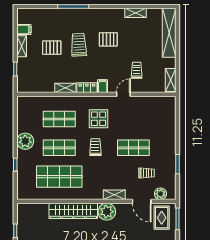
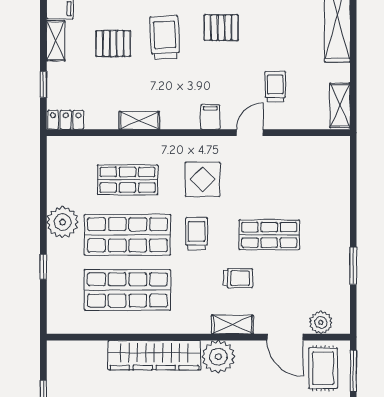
locker: (87, 88) -> (66, 120), moved
shop shelf: (59, 148) -> (127, 235), width x1.43, depth x1.36
trolley: (147, 173) -> (238, 278), moved

